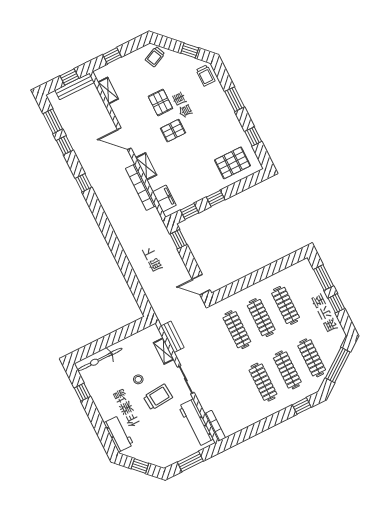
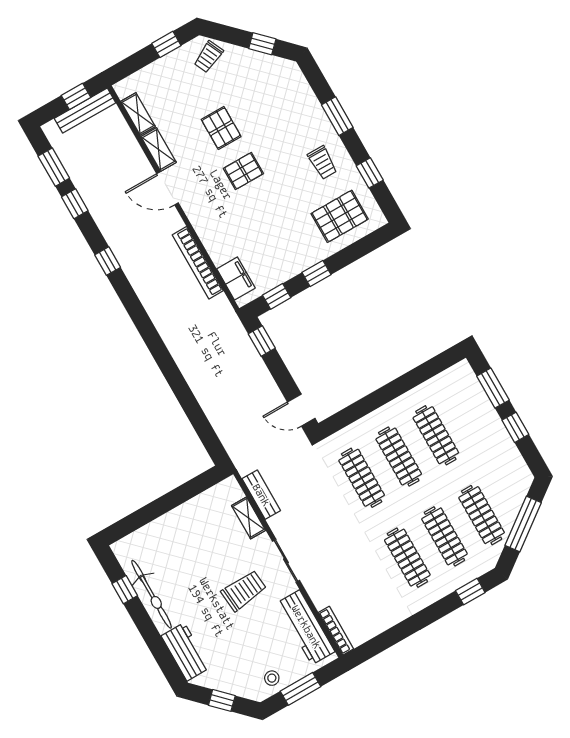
window: (112, 56) -> (166, 44), moved
trolley: (205, 76) -> (322, 163), moved
shelving: (146, 166) -> (159, 149), moved
bicycle: (100, 360) -> (152, 594), moved, turned -90
stool: (138, 379) -> (272, 678), moved

